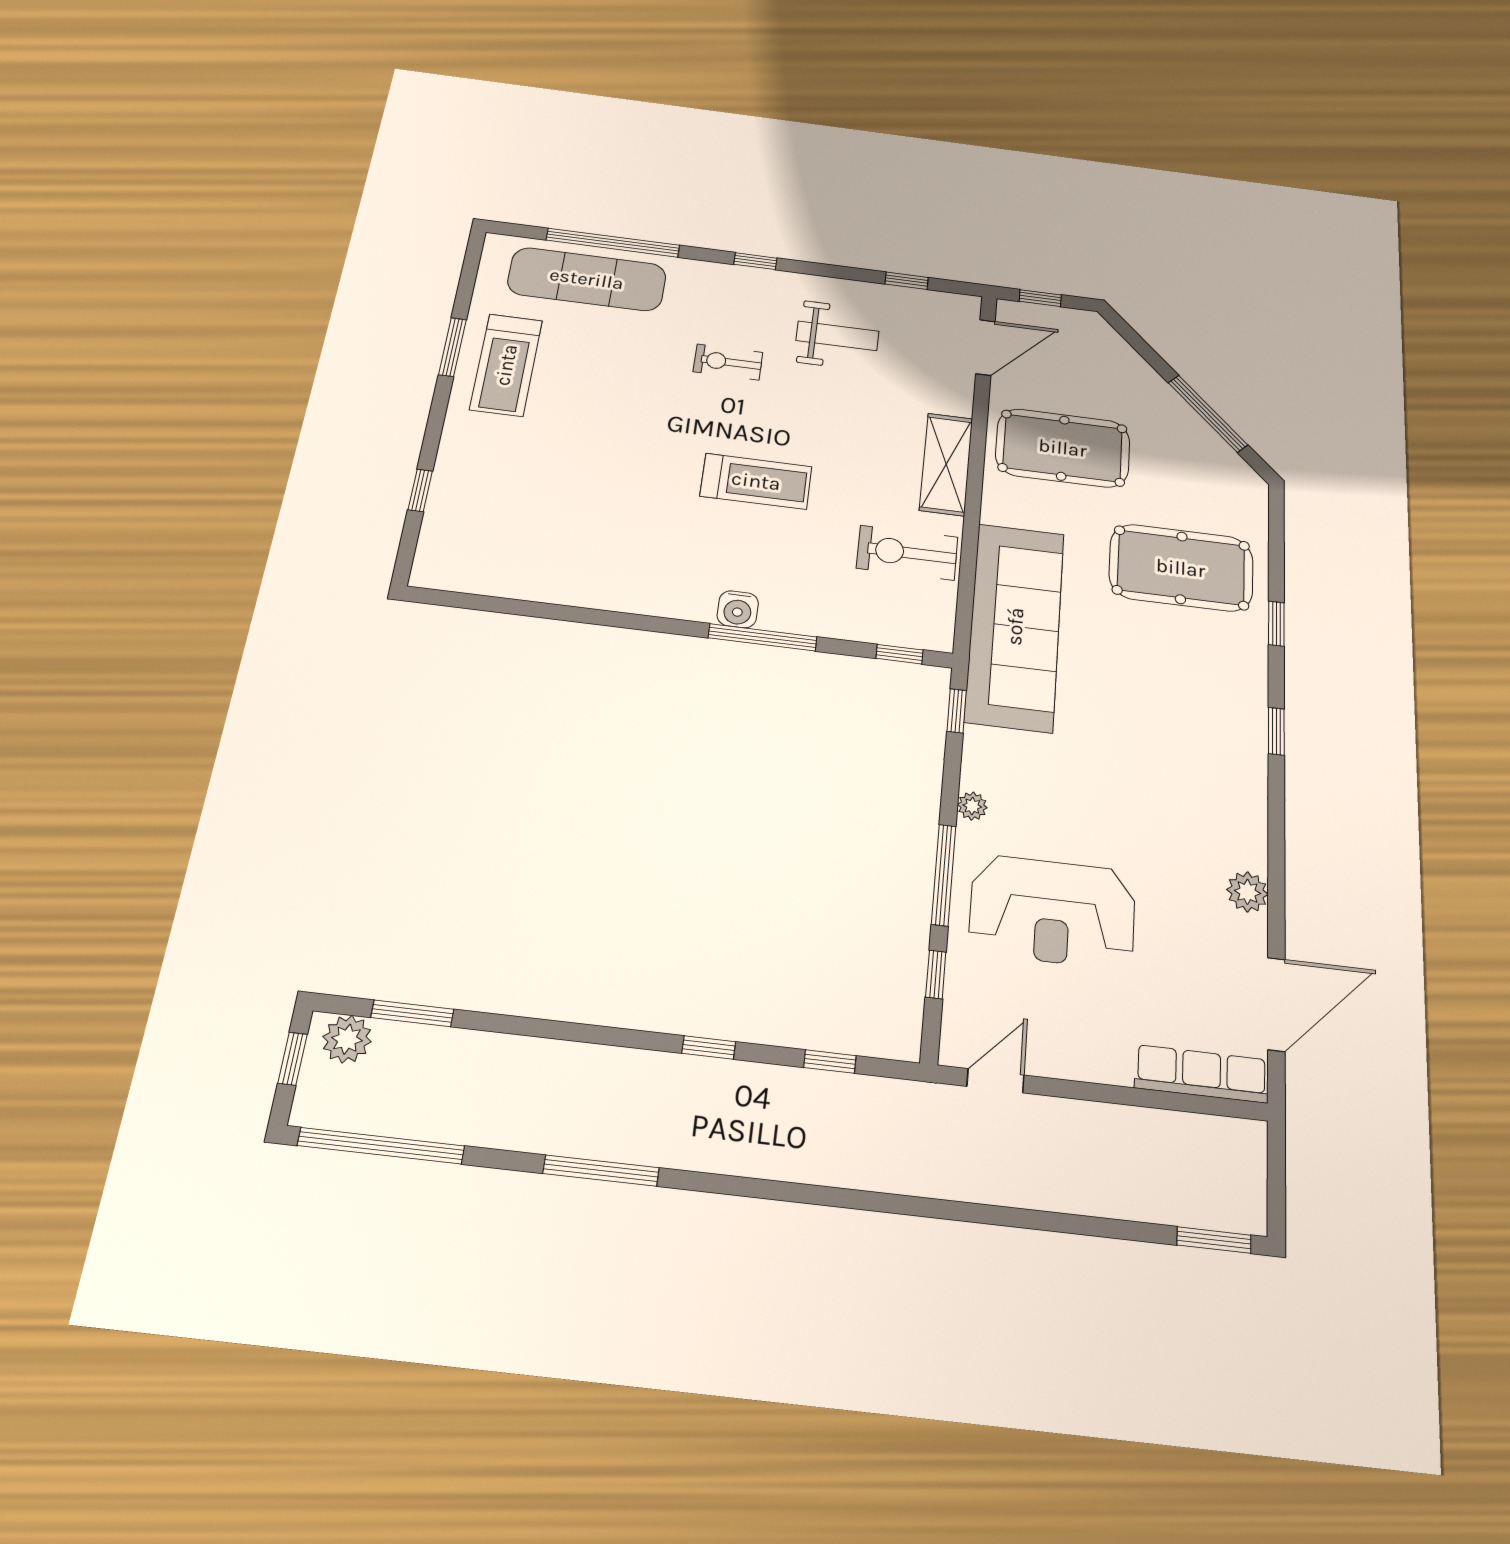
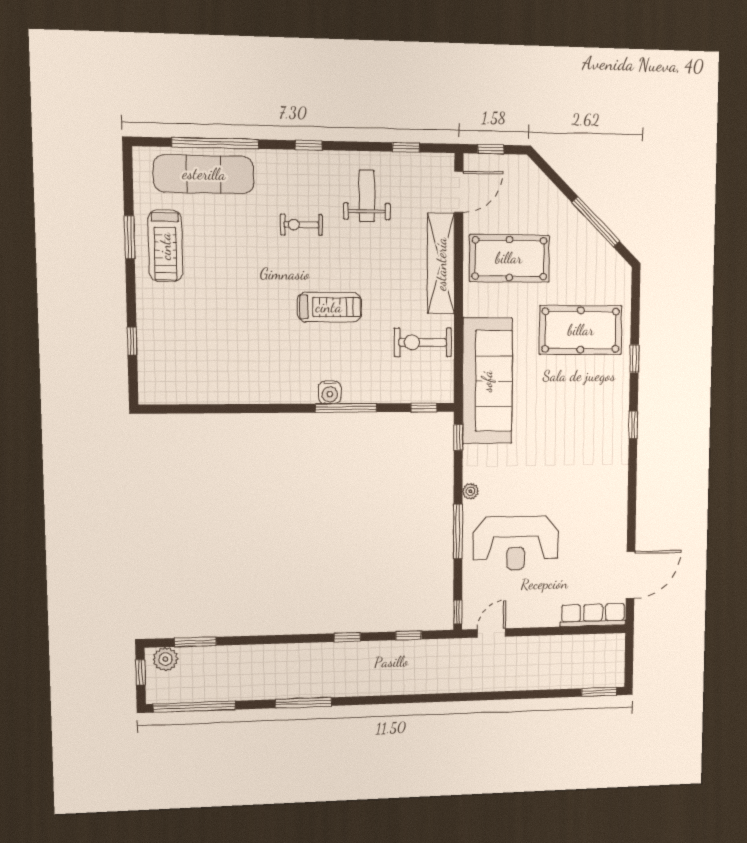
weight bench: (838, 336) -> (367, 196), turned -90
shelving: (946, 464) -> (441, 264), width x1.47
plant: (1247, 892) -> (617, 518), removed
window: (936, 974) -> (458, 612), moved

